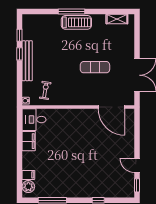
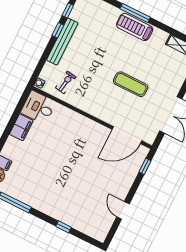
treadmill: (76, 22) -> (135, 27), turned 180
door: (111, 107) -> (127, 135), hinge flipped
window: (137, 185) -> (145, 166), moved

